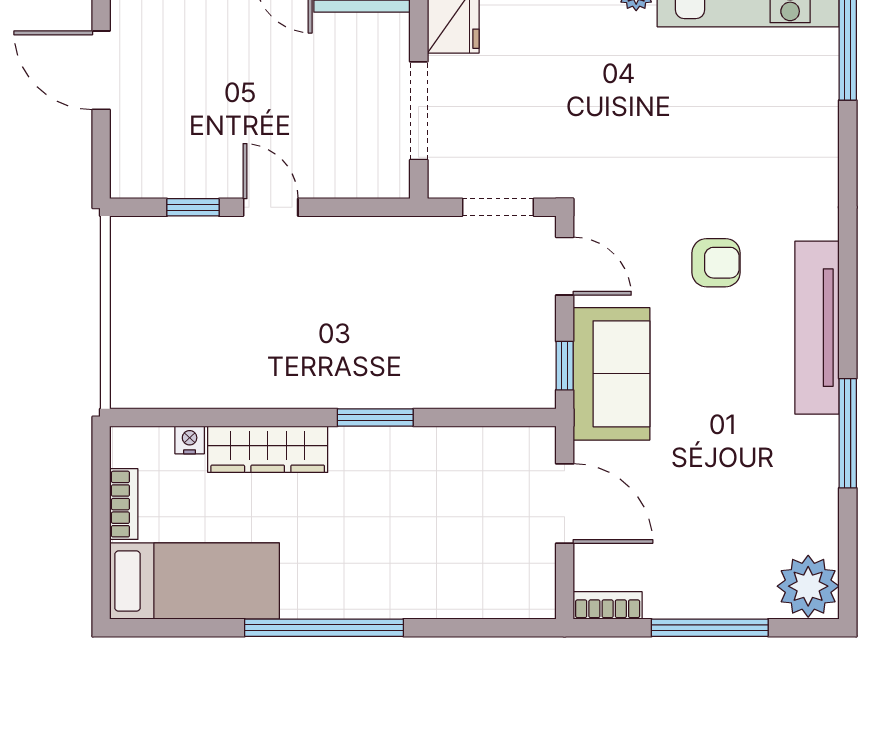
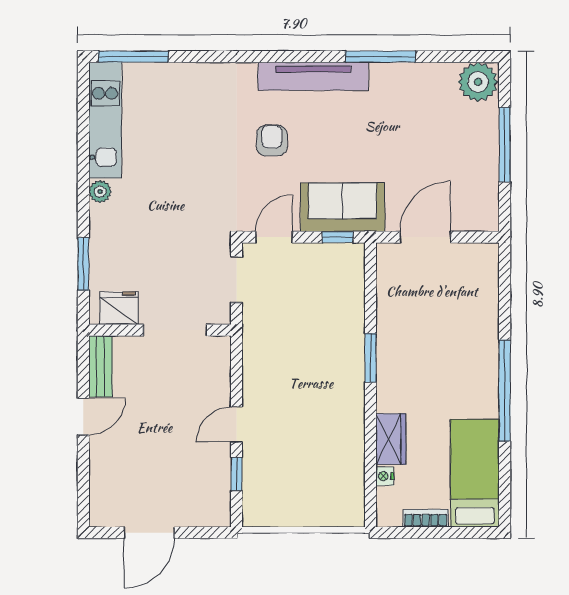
wardrobe: (268, 449) -> (391, 439), width x0.67
bookcase: (608, 605) -> (490, 210), removed

